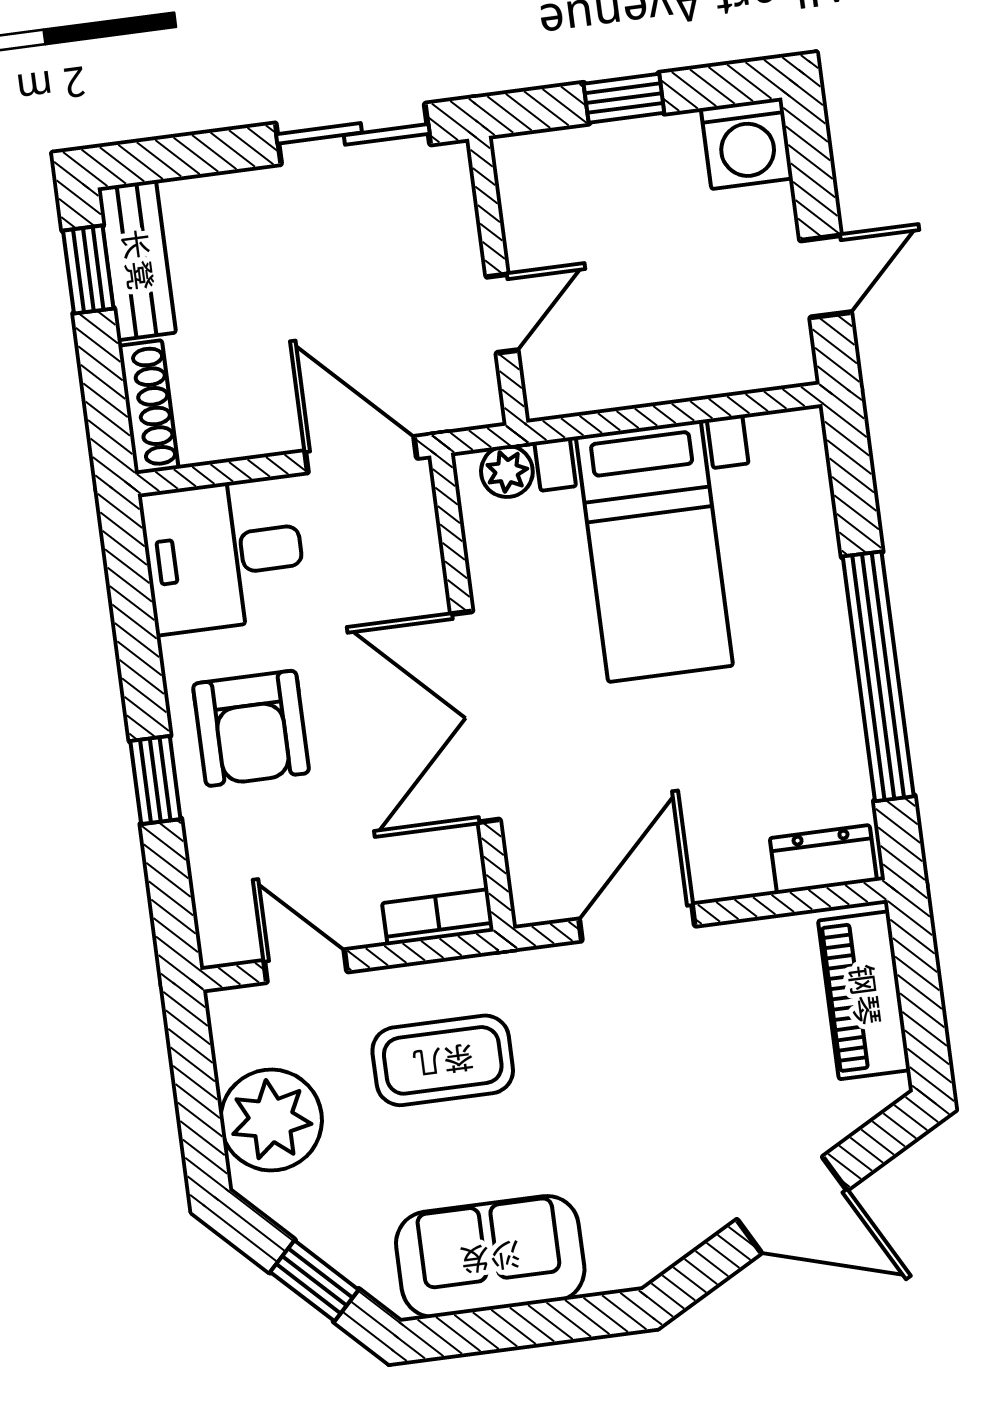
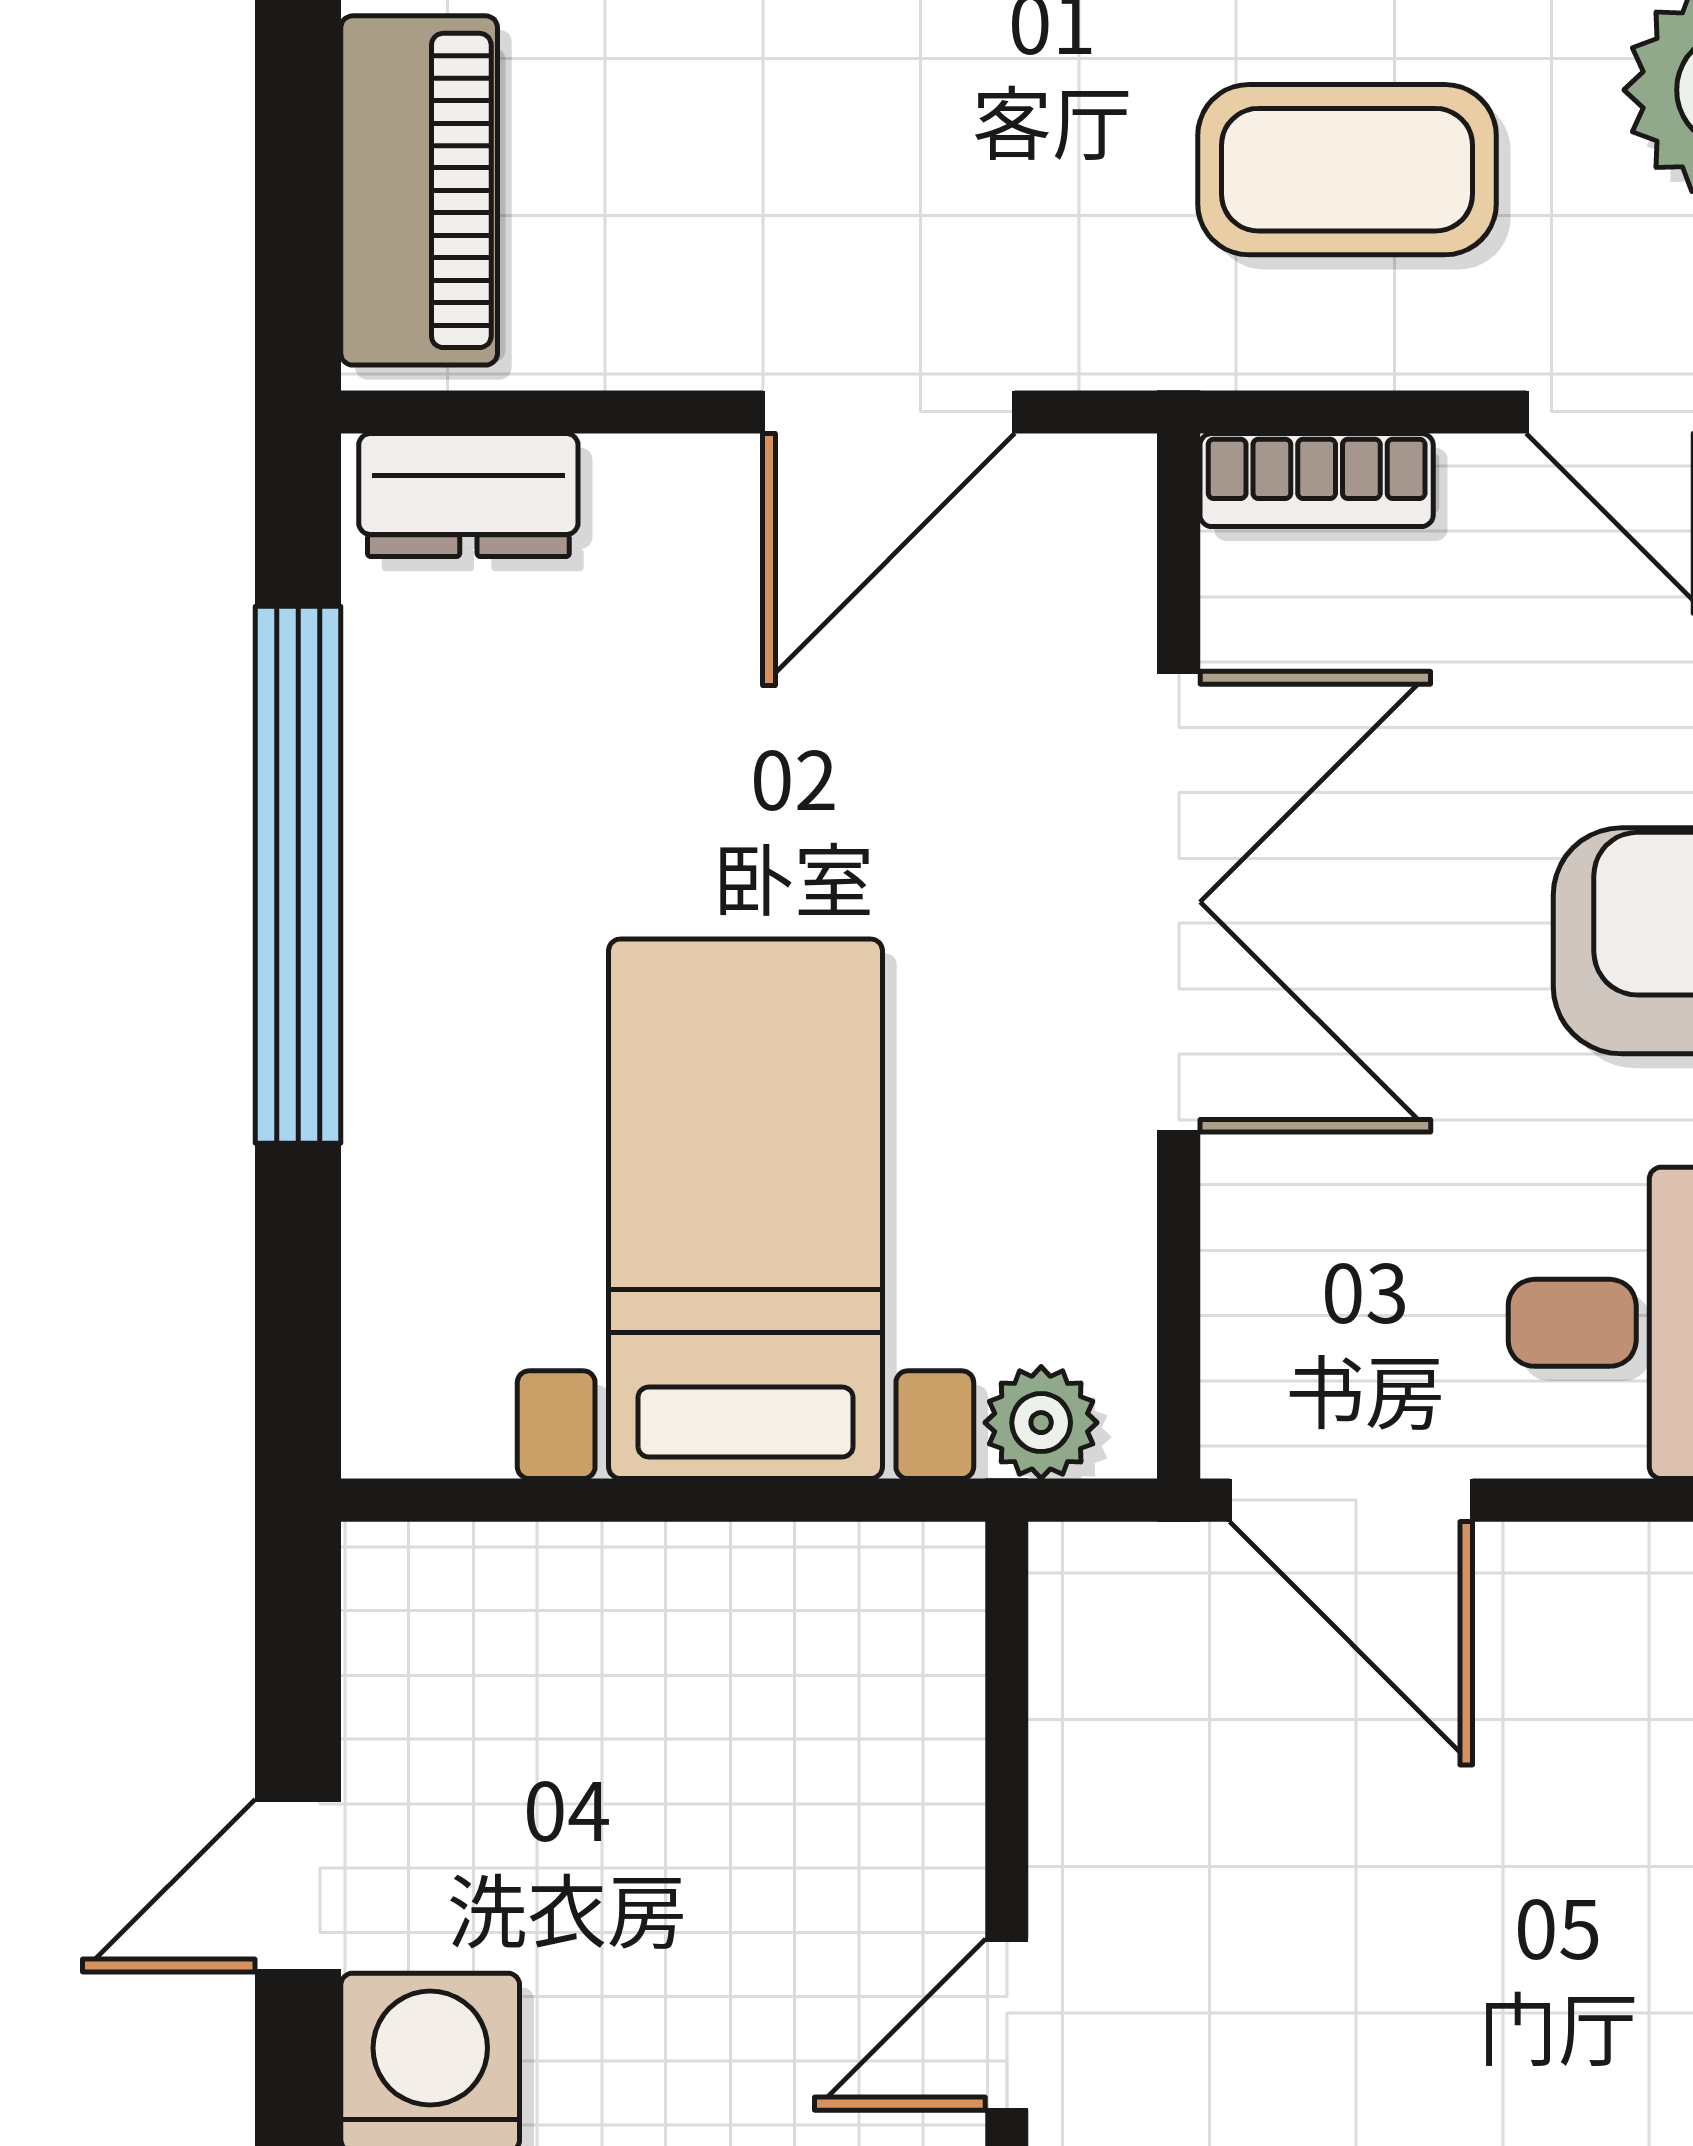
door: (826, 276) -> (298, 1886), moved
door: (502, 314) -> (1007, 2025), moved

